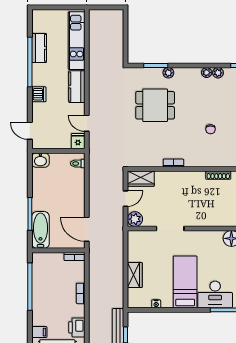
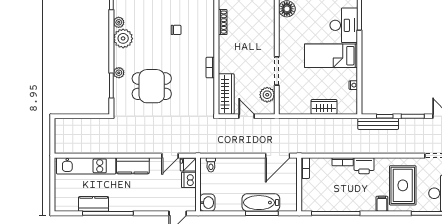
plant: (207, 73) -> (123, 38), width x1.87, depth x1.87
dishwasher: (39, 94) -> (189, 180), moved, turned -90
dining table: (155, 105) -> (152, 86), turned 90
wardrobe: (141, 179) -> (226, 94), width x1.50
plant: (135, 219) -> (267, 95), moved
bathtub: (40, 230) -> (261, 203), moved
printer: (77, 327) -> (364, 166), moved

